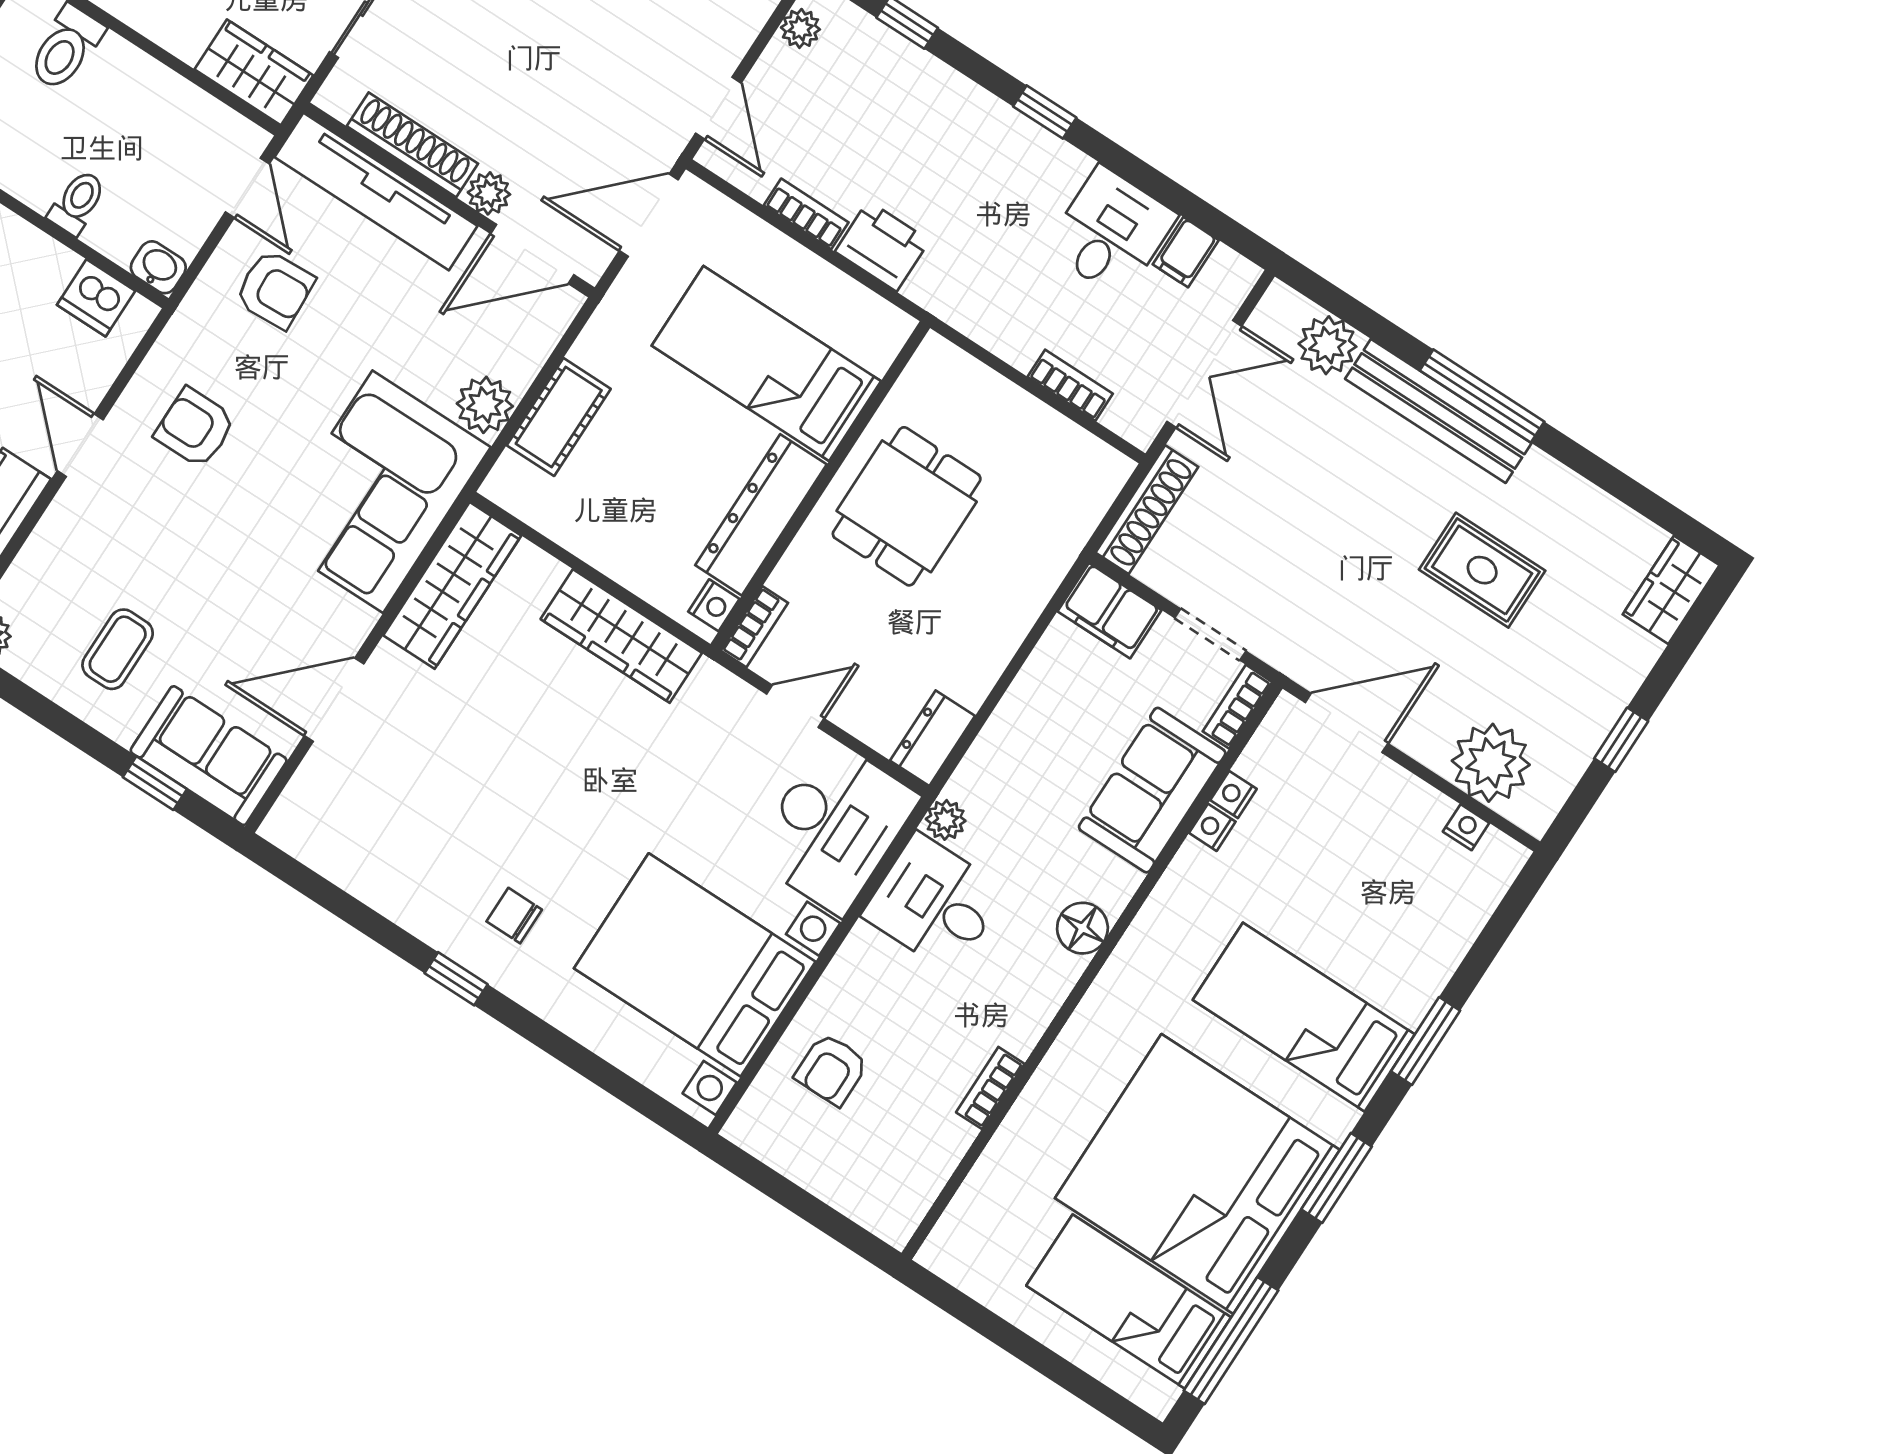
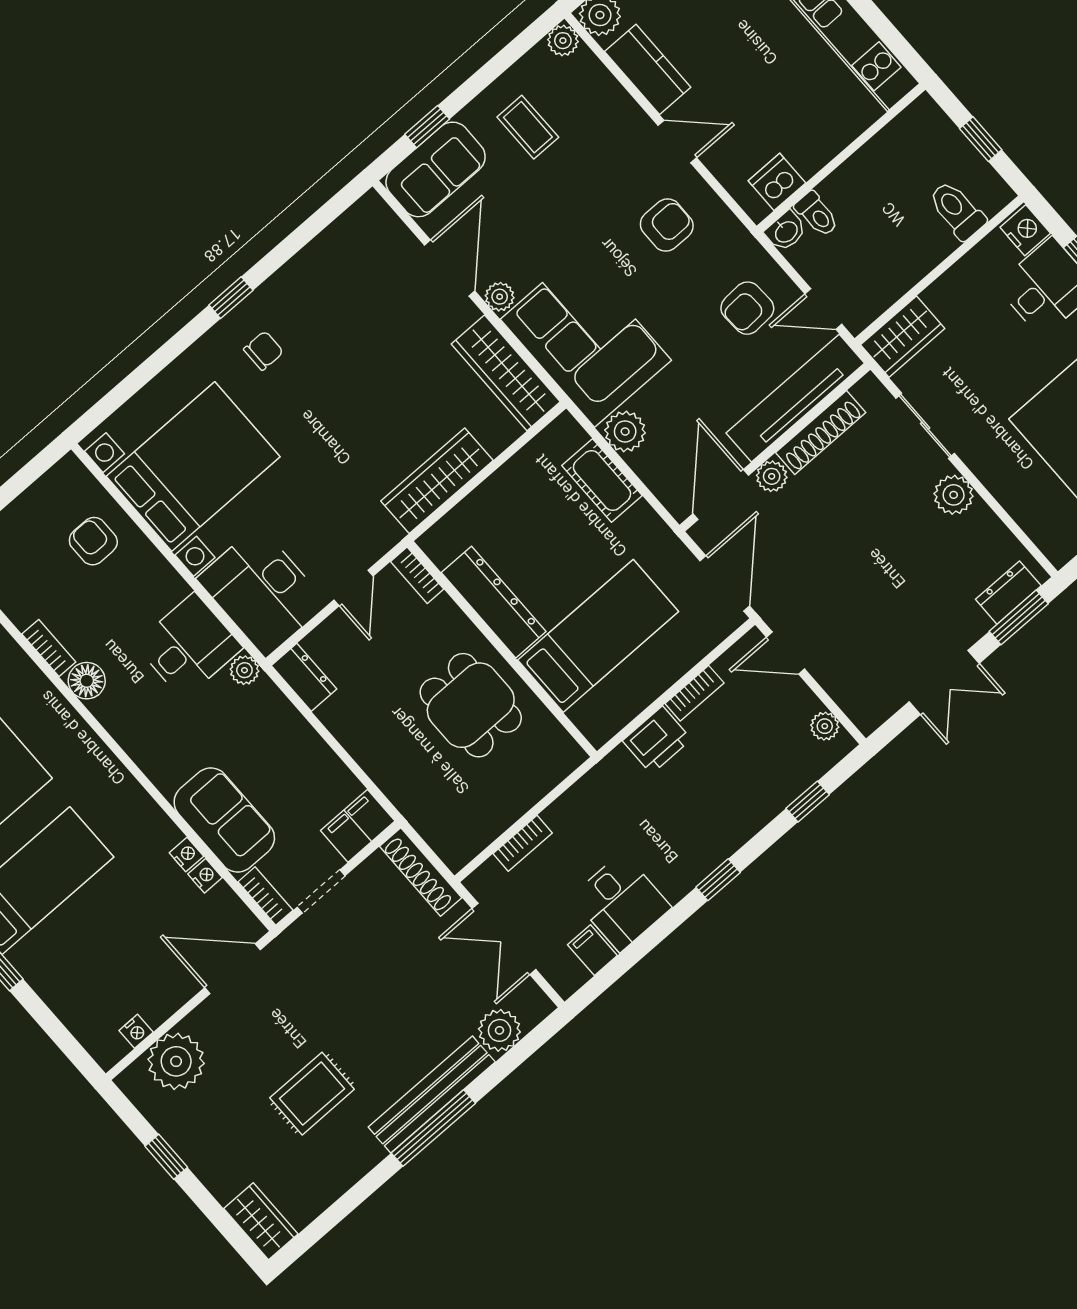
toilet: (77, 202) -> (817, 214), moved
nightstand: (714, 605) -> (440, 551), removed
plant: (353, 622) -> (500, 297), added
door: (1347, 723) -> (232, 969), swing flipped
floor lamp: (1082, 928) -> (87, 681), moved

